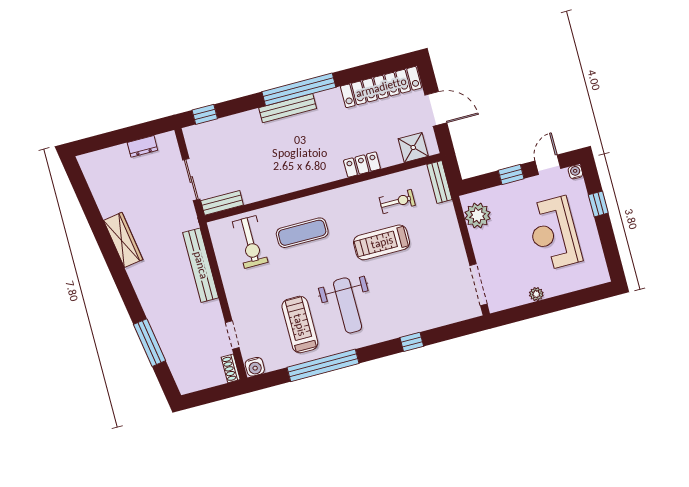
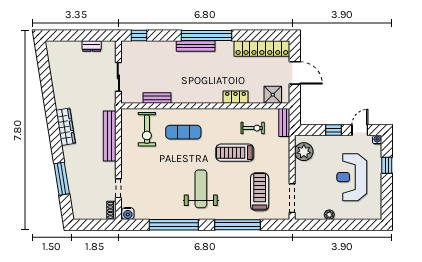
bench: (222, 203) -> (157, 98), moved
wardrobe: (123, 240) -> (66, 127), moved
weight bench: (348, 305) -> (201, 189), turned 180
treadmill: (300, 325) -> (260, 192), moved
window: (412, 342) -> (237, 225), width x3.17

